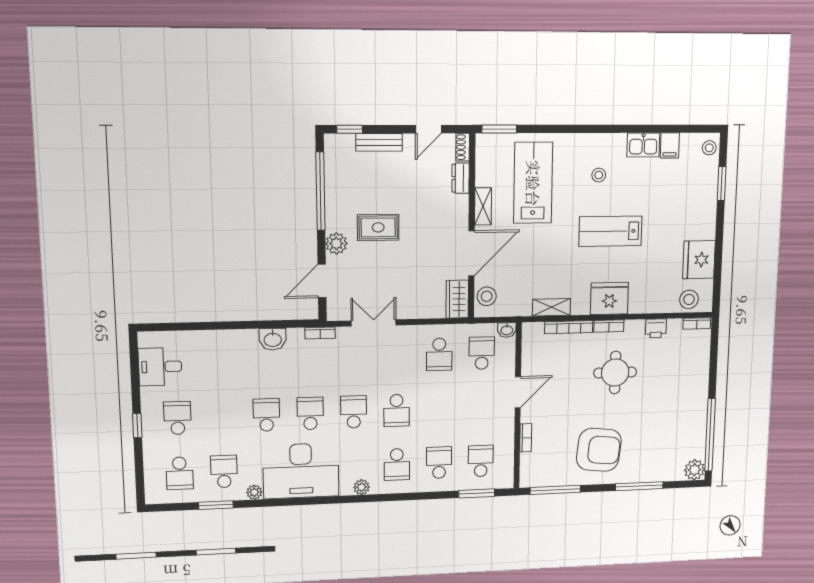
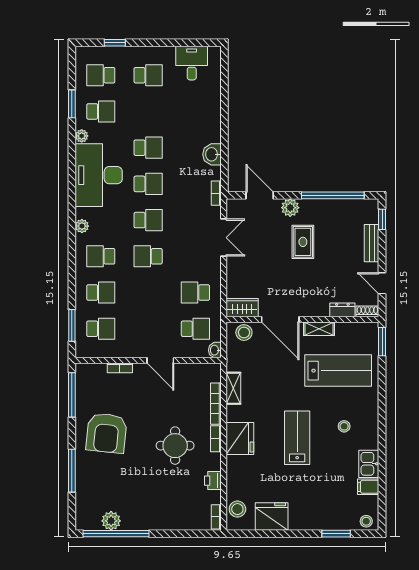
window: (137, 426) -> (115, 43), moved
plant: (695, 470) -> (111, 521), moved

